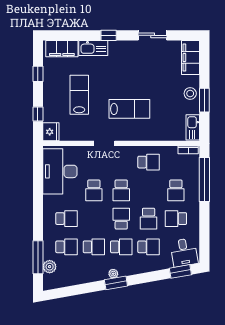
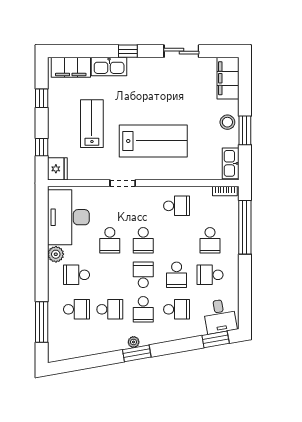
lab bench: (129, 109) -> (153, 141), width x1.36, depth x1.39
school desk: (67, 219) -> (76, 275), turned 180
school desk: (121, 247) -> (143, 309), turned 90
plant: (50, 267) -> (56, 254), moved

